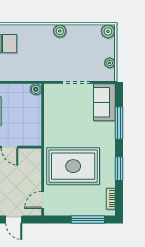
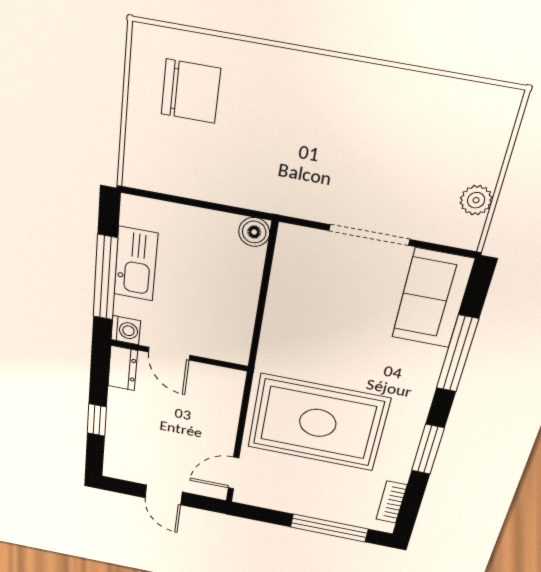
plant: (60, 31) -> (351, 81), removed
plant: (108, 31) -> (497, 108), removed

